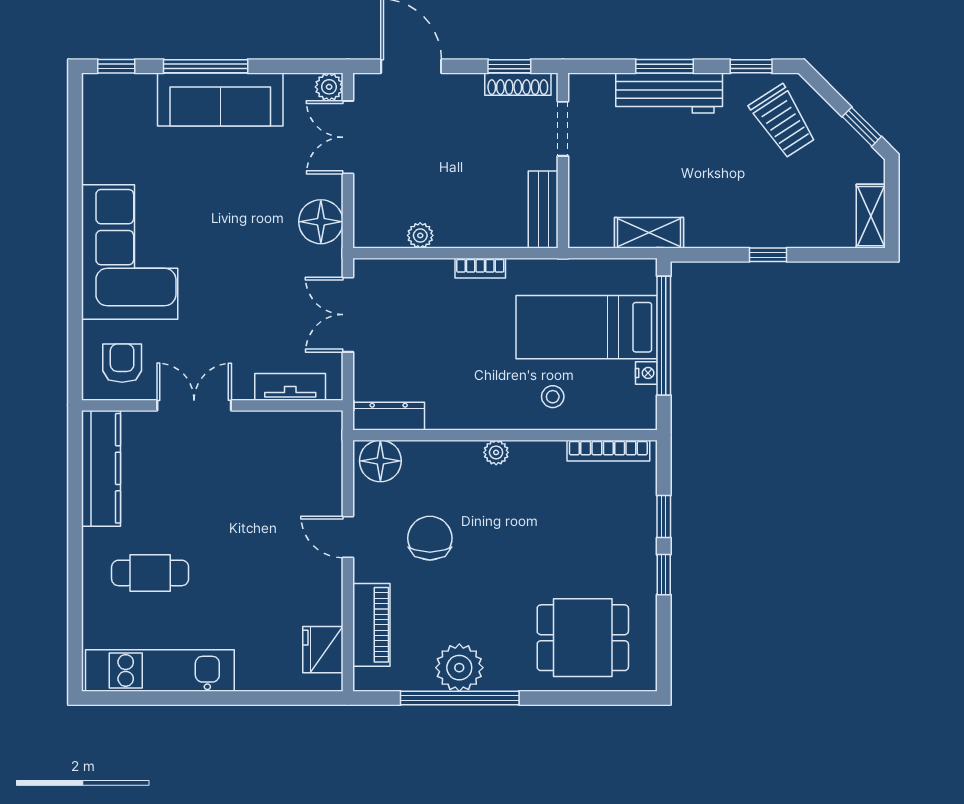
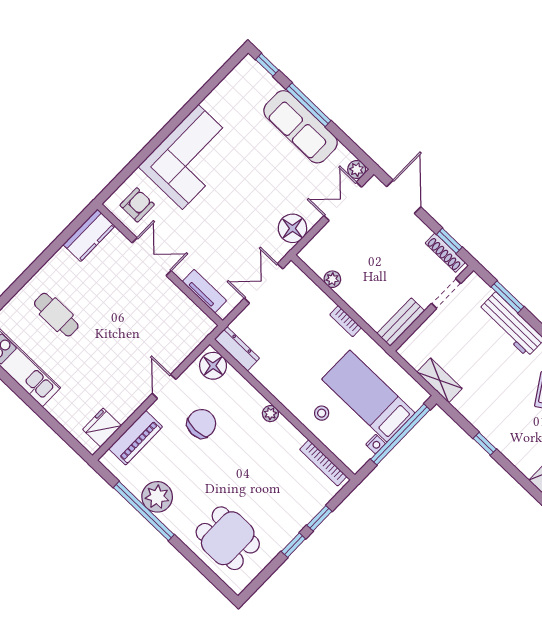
window: (664, 66) -> (507, 297), moved
kitchen counter: (101, 468) -> (89, 235), width x0.67

